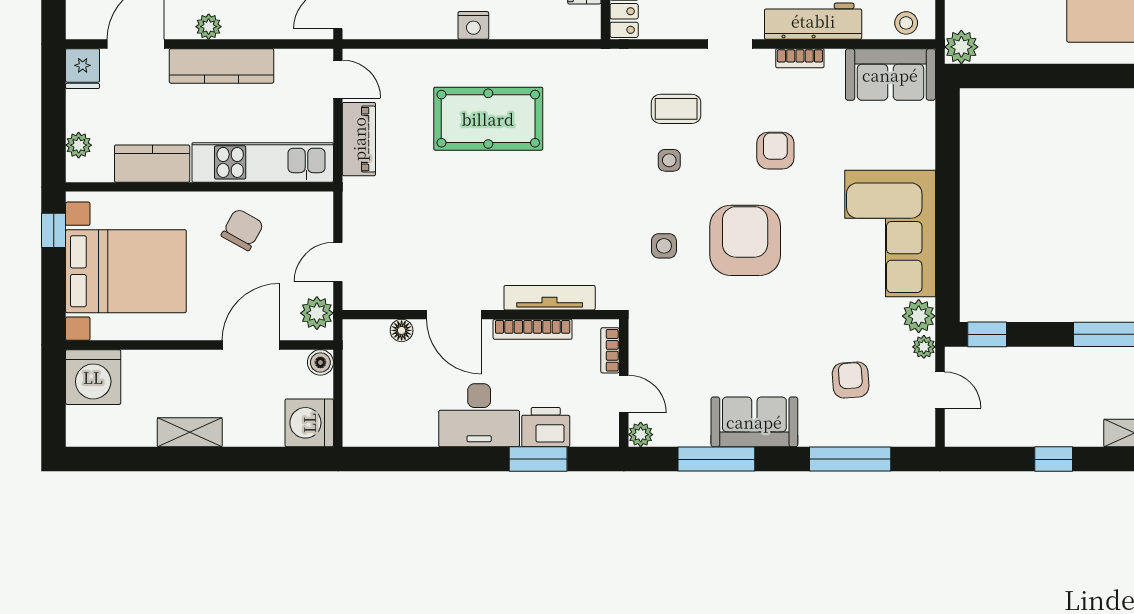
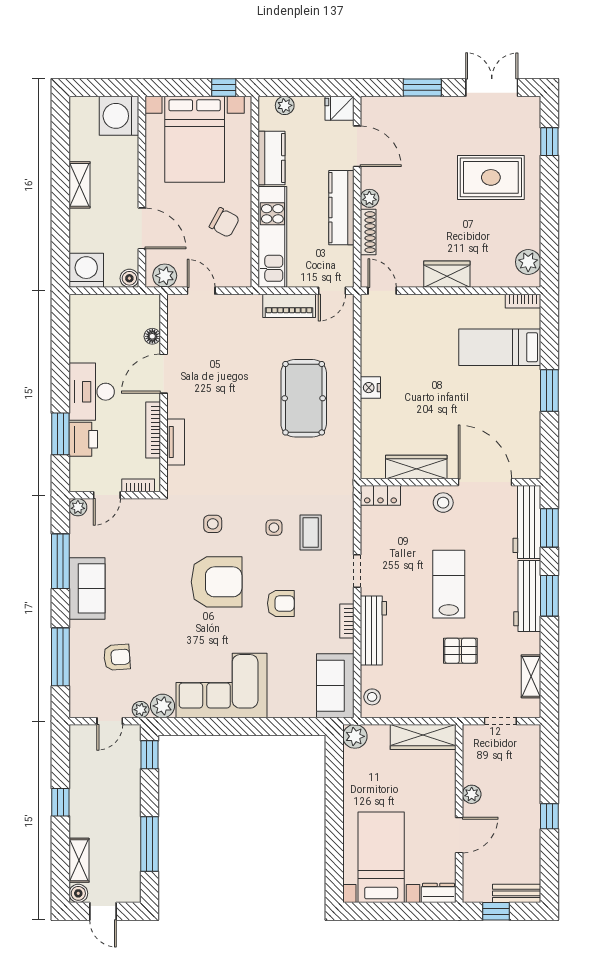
shoe rack: (256, 29) -> (368, 232), added
tv unit: (550, 298) -> (176, 442), width x0.71

